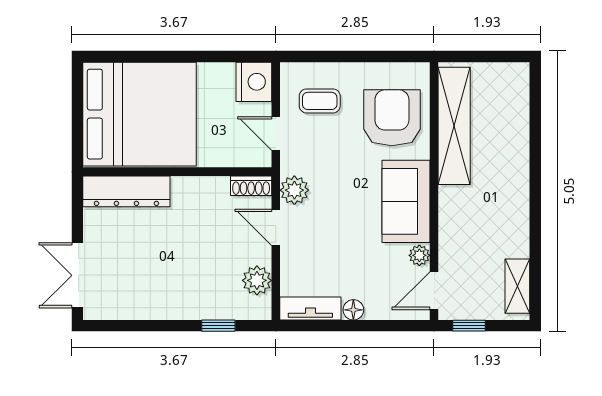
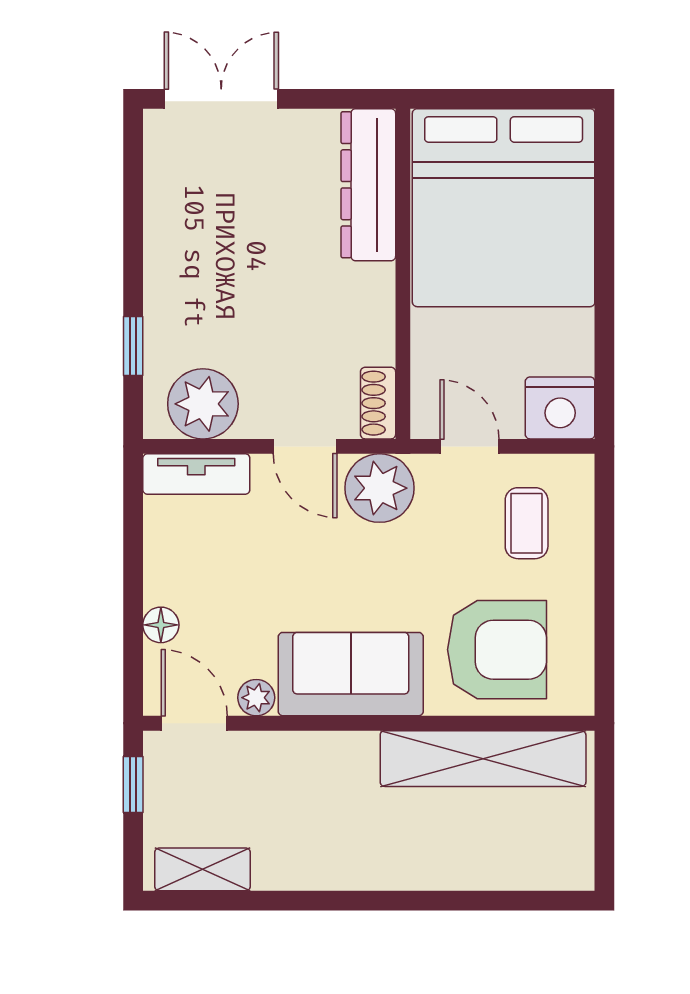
door: (276, 134) -> (469, 446), hinge flipped
plant: (294, 190) -> (380, 488), width x1.36, depth x1.36
door: (276, 227) -> (305, 446), swing flipped
plant: (257, 280) -> (203, 404), width x1.36, depth x1.36
tv unit: (310, 308) -> (196, 474), moved, turned 90
floor lamp: (353, 310) -> (161, 625), moved

